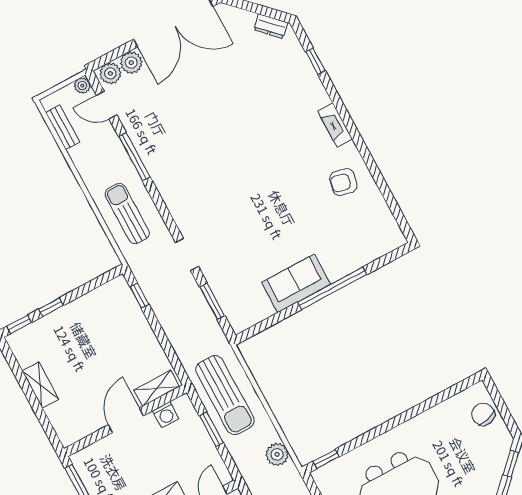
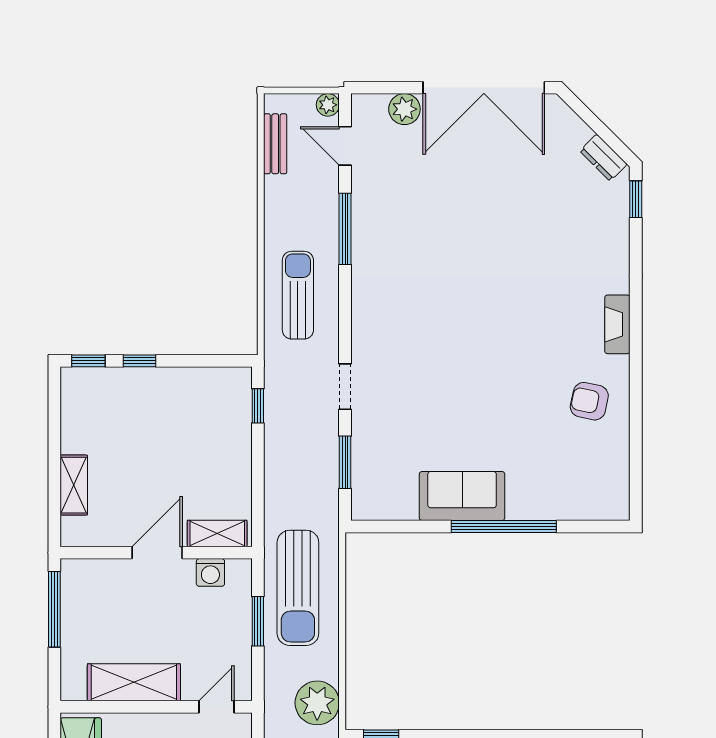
window: (315, 61) -> (636, 199), moved
plant: (110, 73) -> (371, 109), removed
shelving: (40, 385) -> (74, 485), moved
plant: (277, 454) -> (317, 703), width x1.36, depth x1.36

